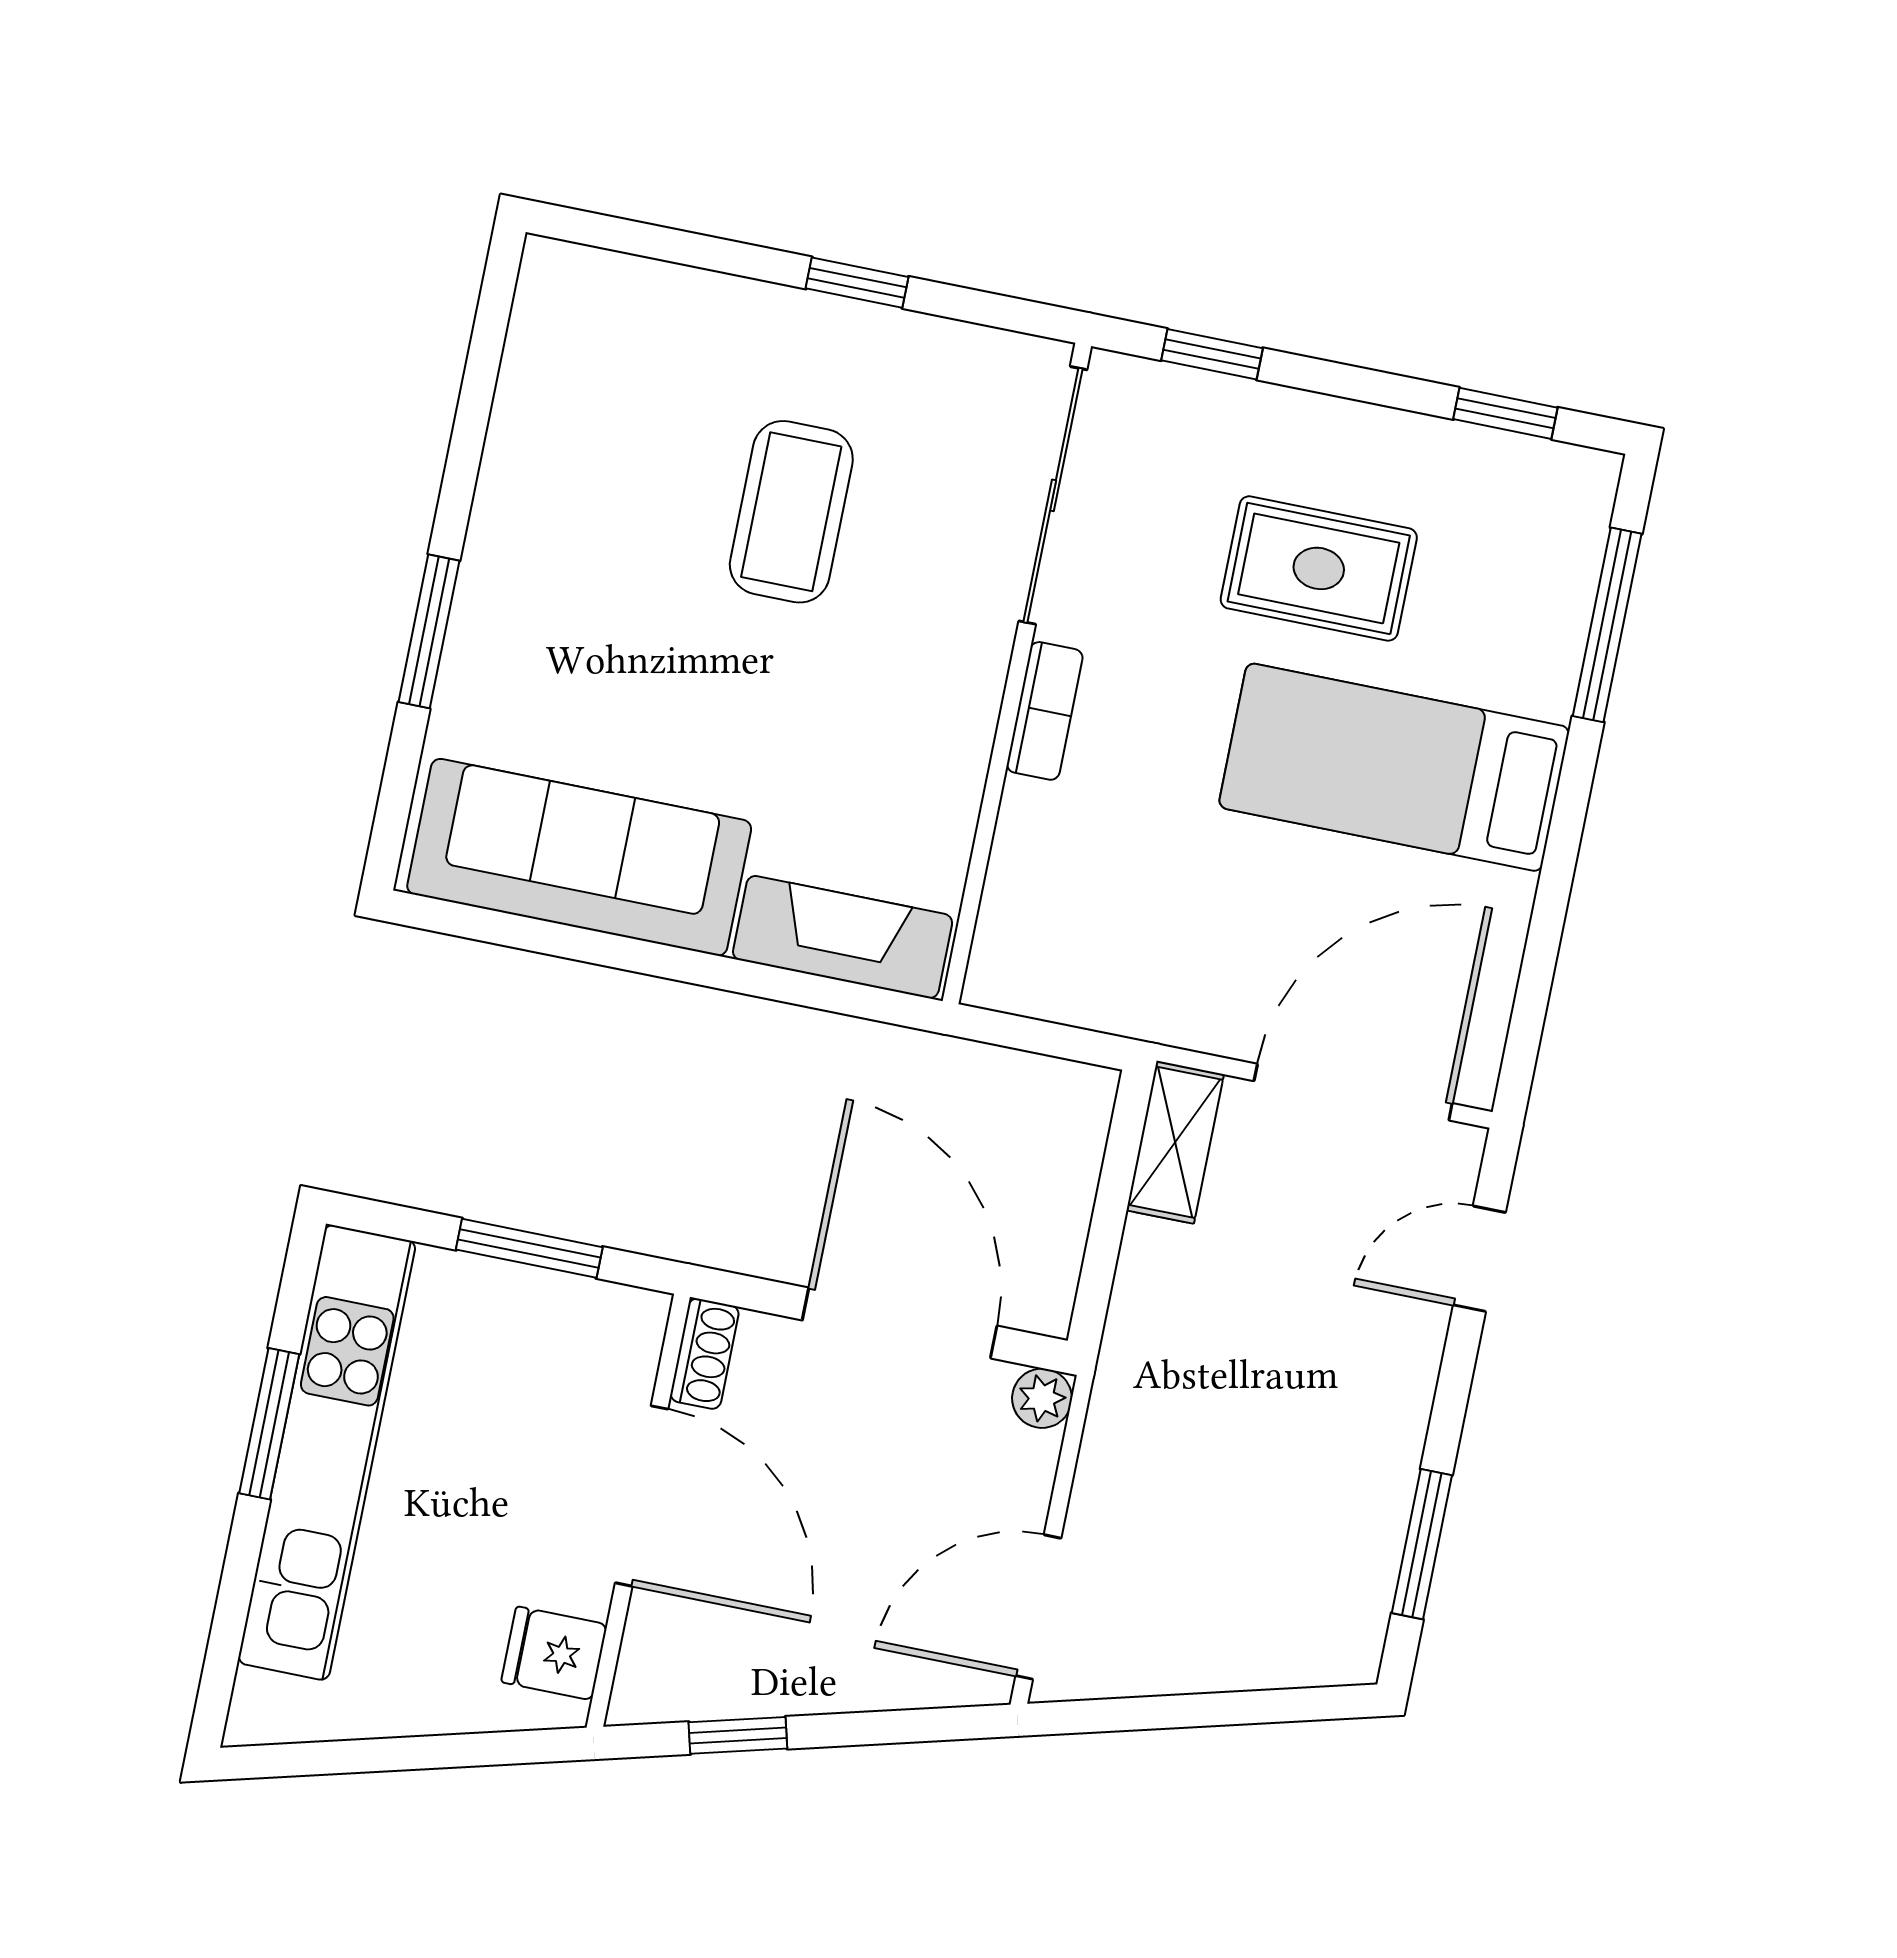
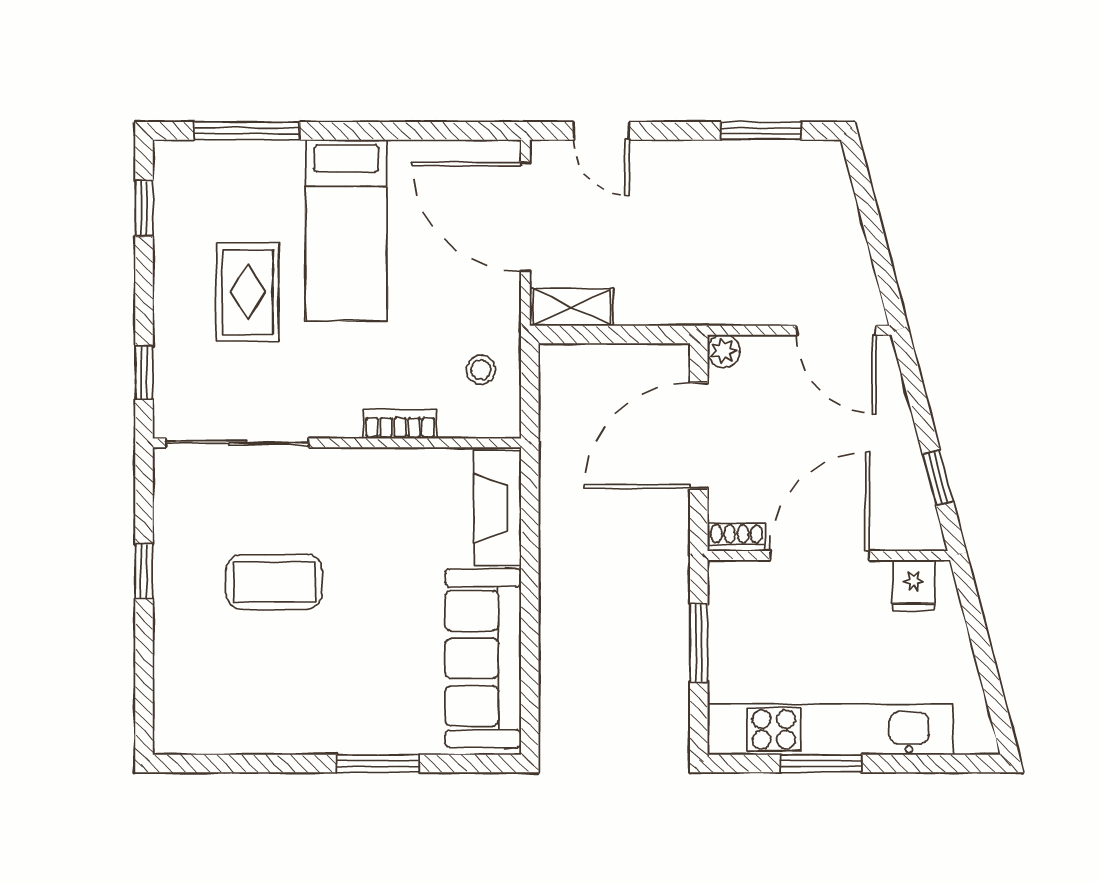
bookcase: (1045, 711) -> (400, 424), moved
stool: (1096, 957) -> (481, 370), added

